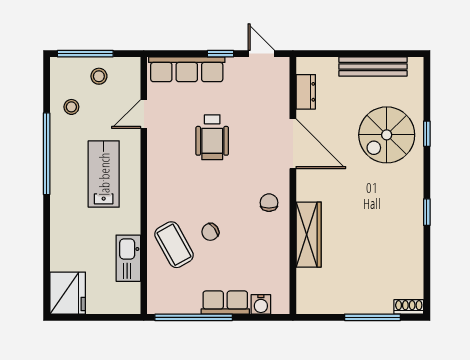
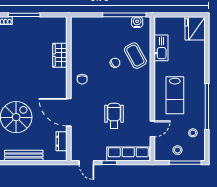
wardrobe: (309, 235) -> (60, 55), width x0.67
row of seats: (225, 303) -> (107, 23), removed
water cooler: (261, 304) -> (137, 22), moved

